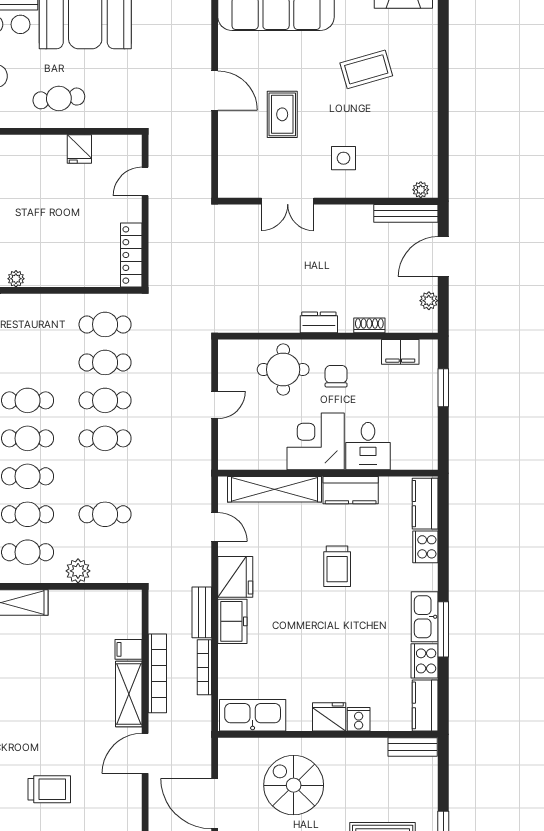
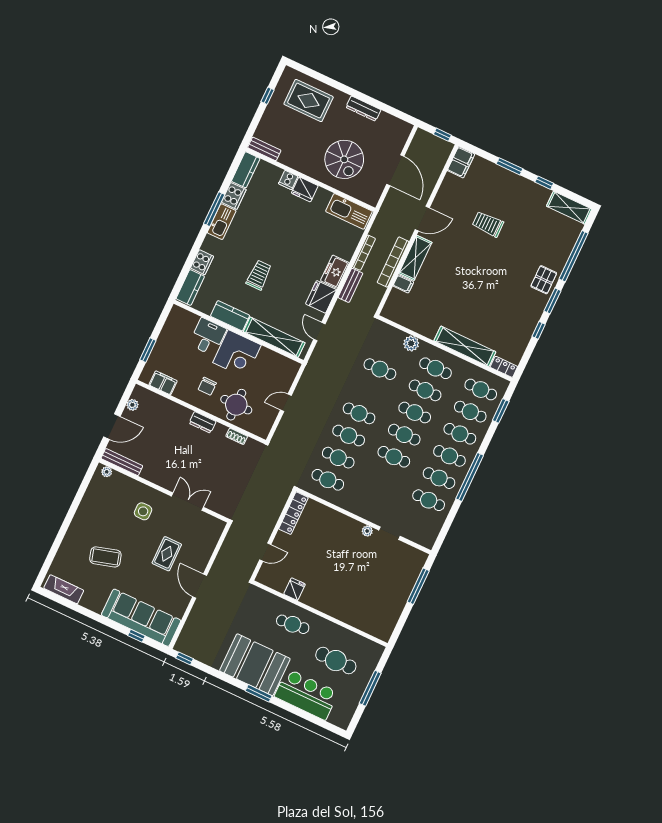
shoe rack: (369, 325) -> (237, 436), moved

